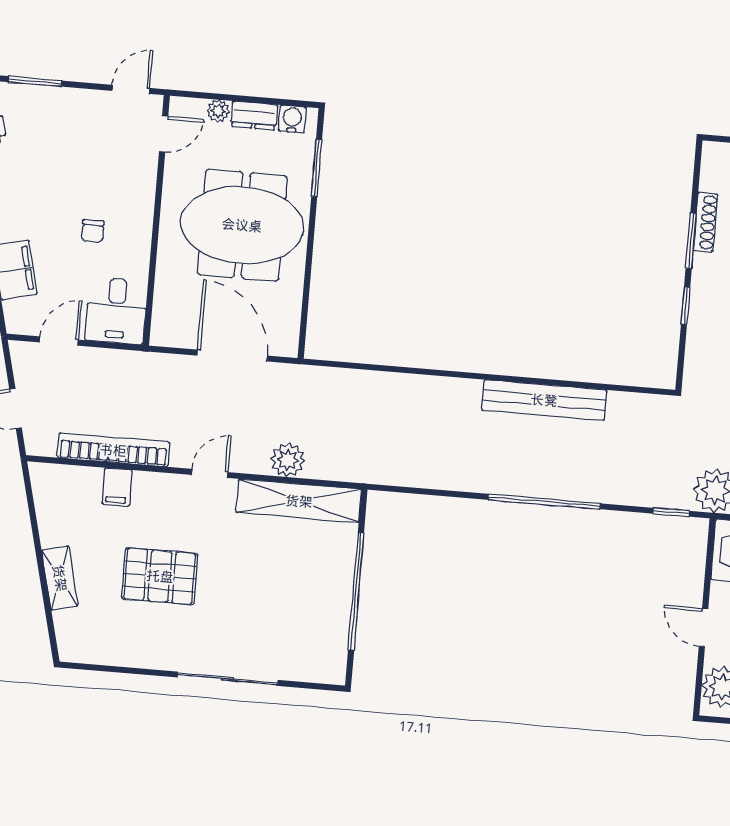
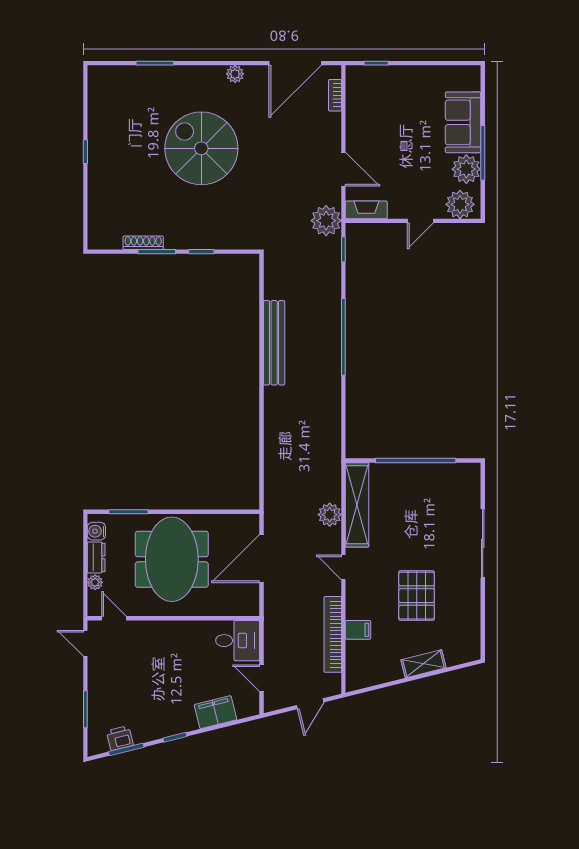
chair: (93, 231) -> (184, 661), removed

